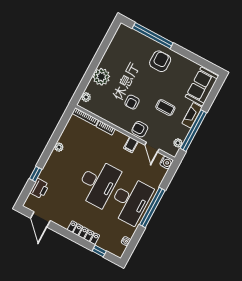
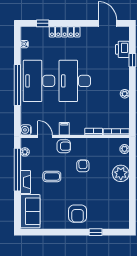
window: (153, 36) -> (96, 232), width x0.32

